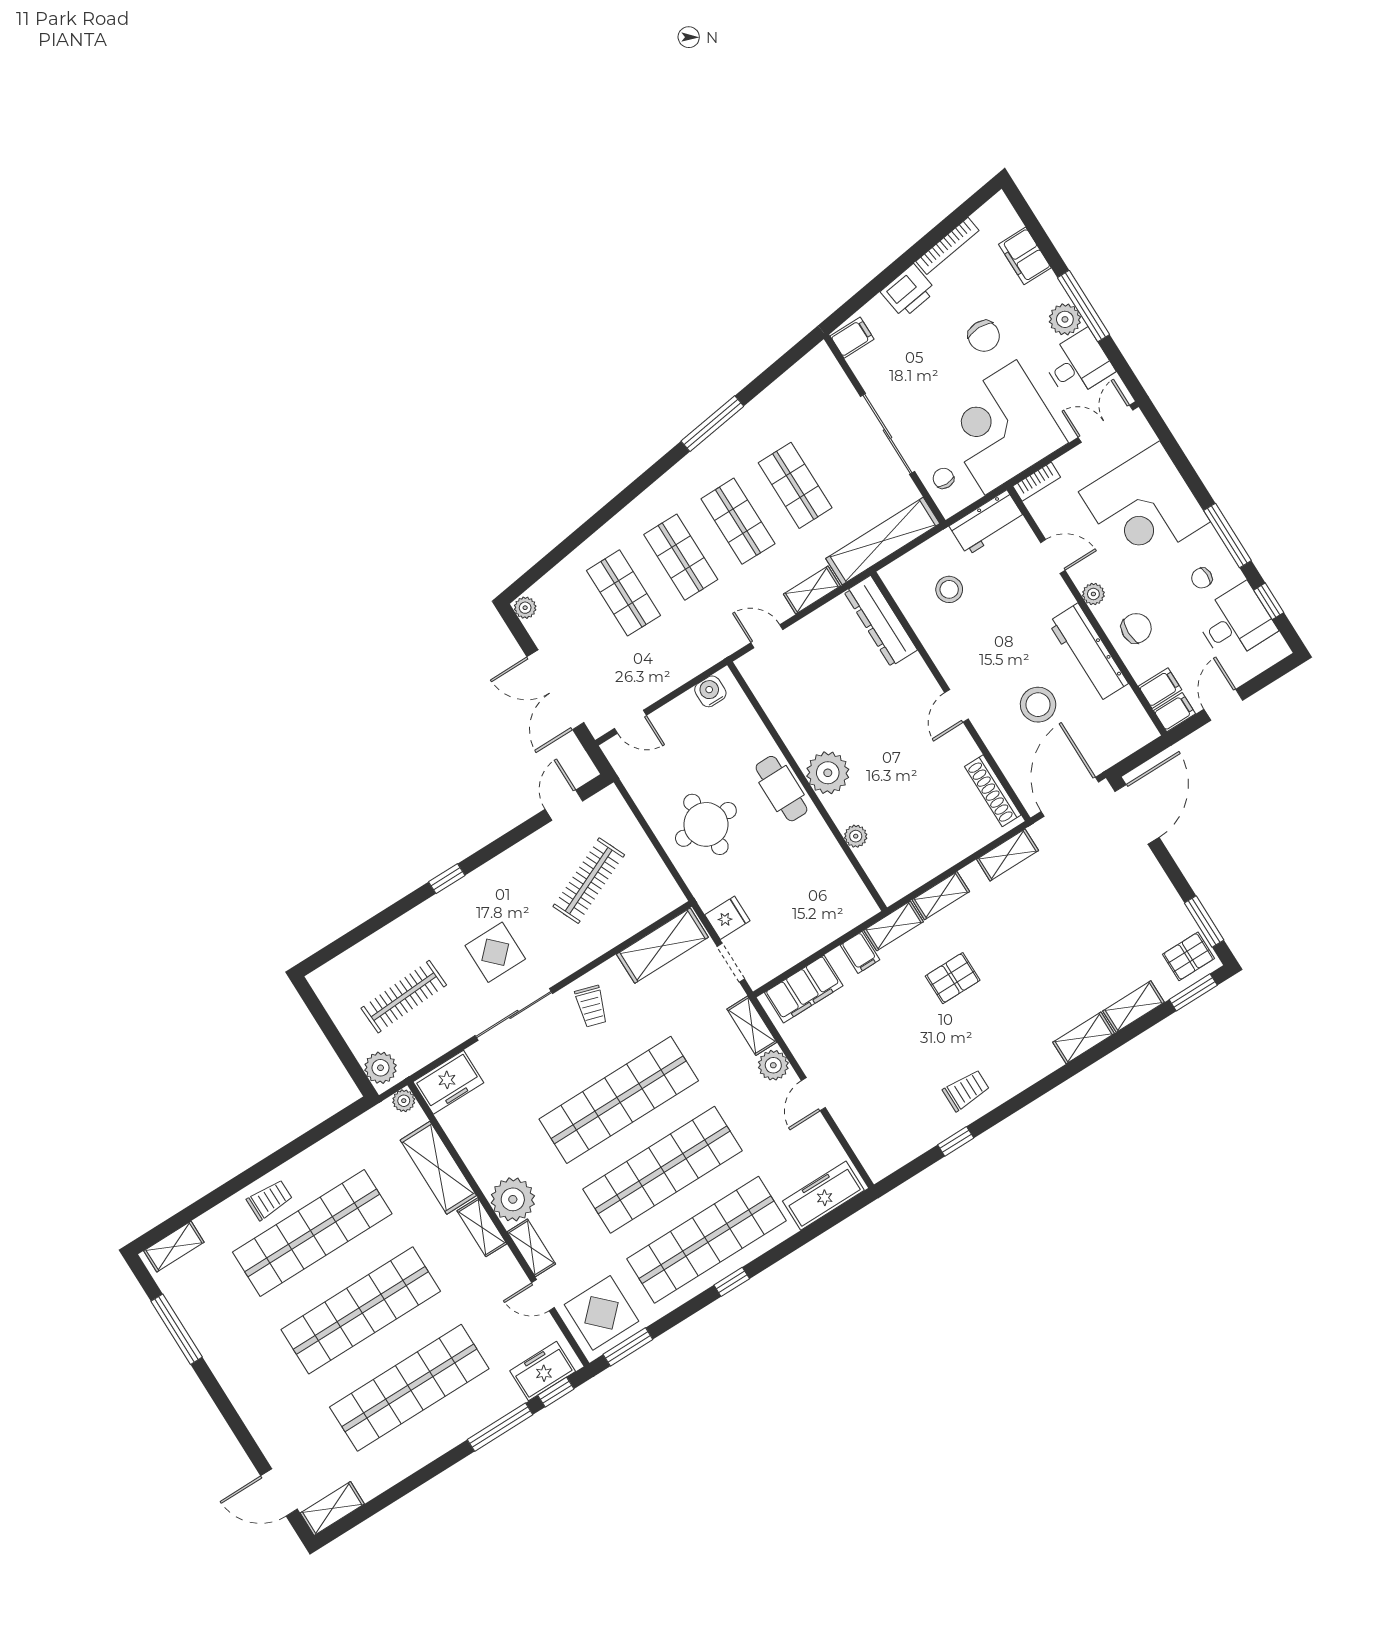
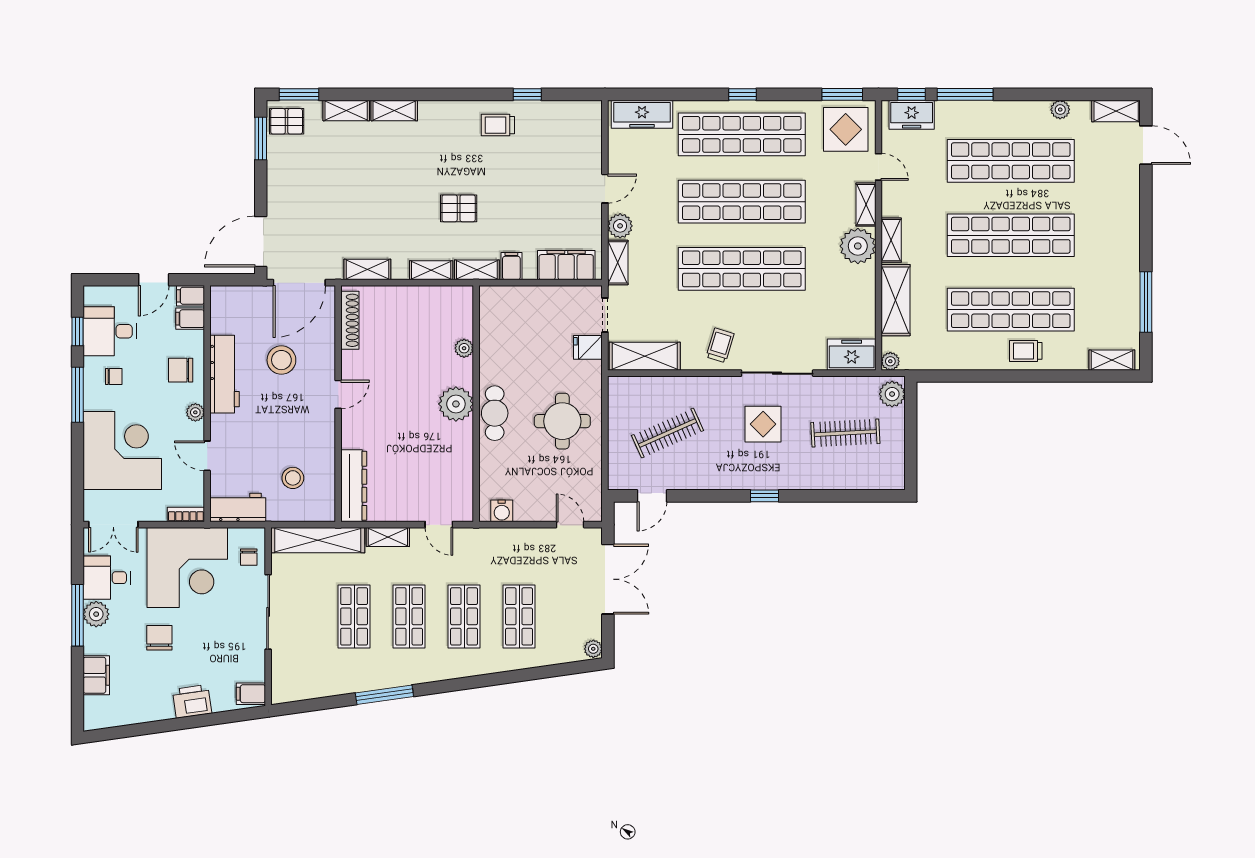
bookcase: (947, 246) -> (145, 716), removed
plant: (391, 1473) -> (1060, 110), added

